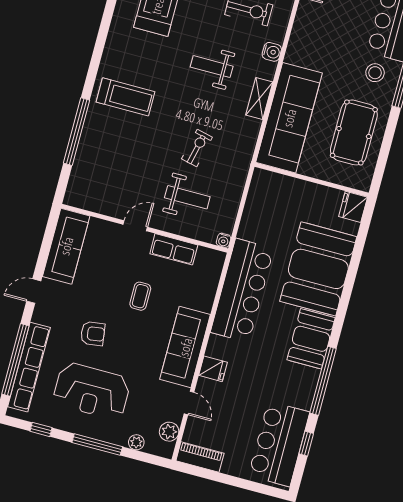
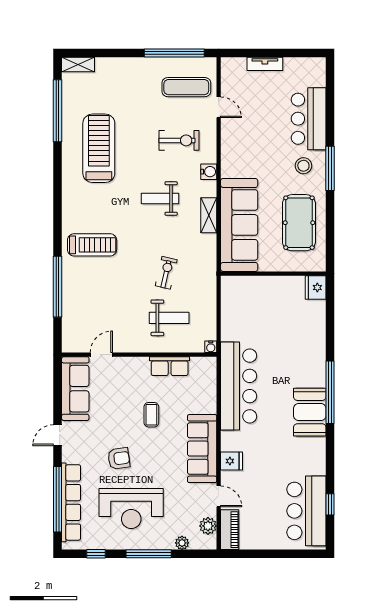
door: (135, 226) -> (101, 355), moved
booth: (318, 269) -> (300, 350), removed
window: (323, 381) -> (330, 392), moved
piano: (200, 457) -> (230, 530), moved, turned 90

